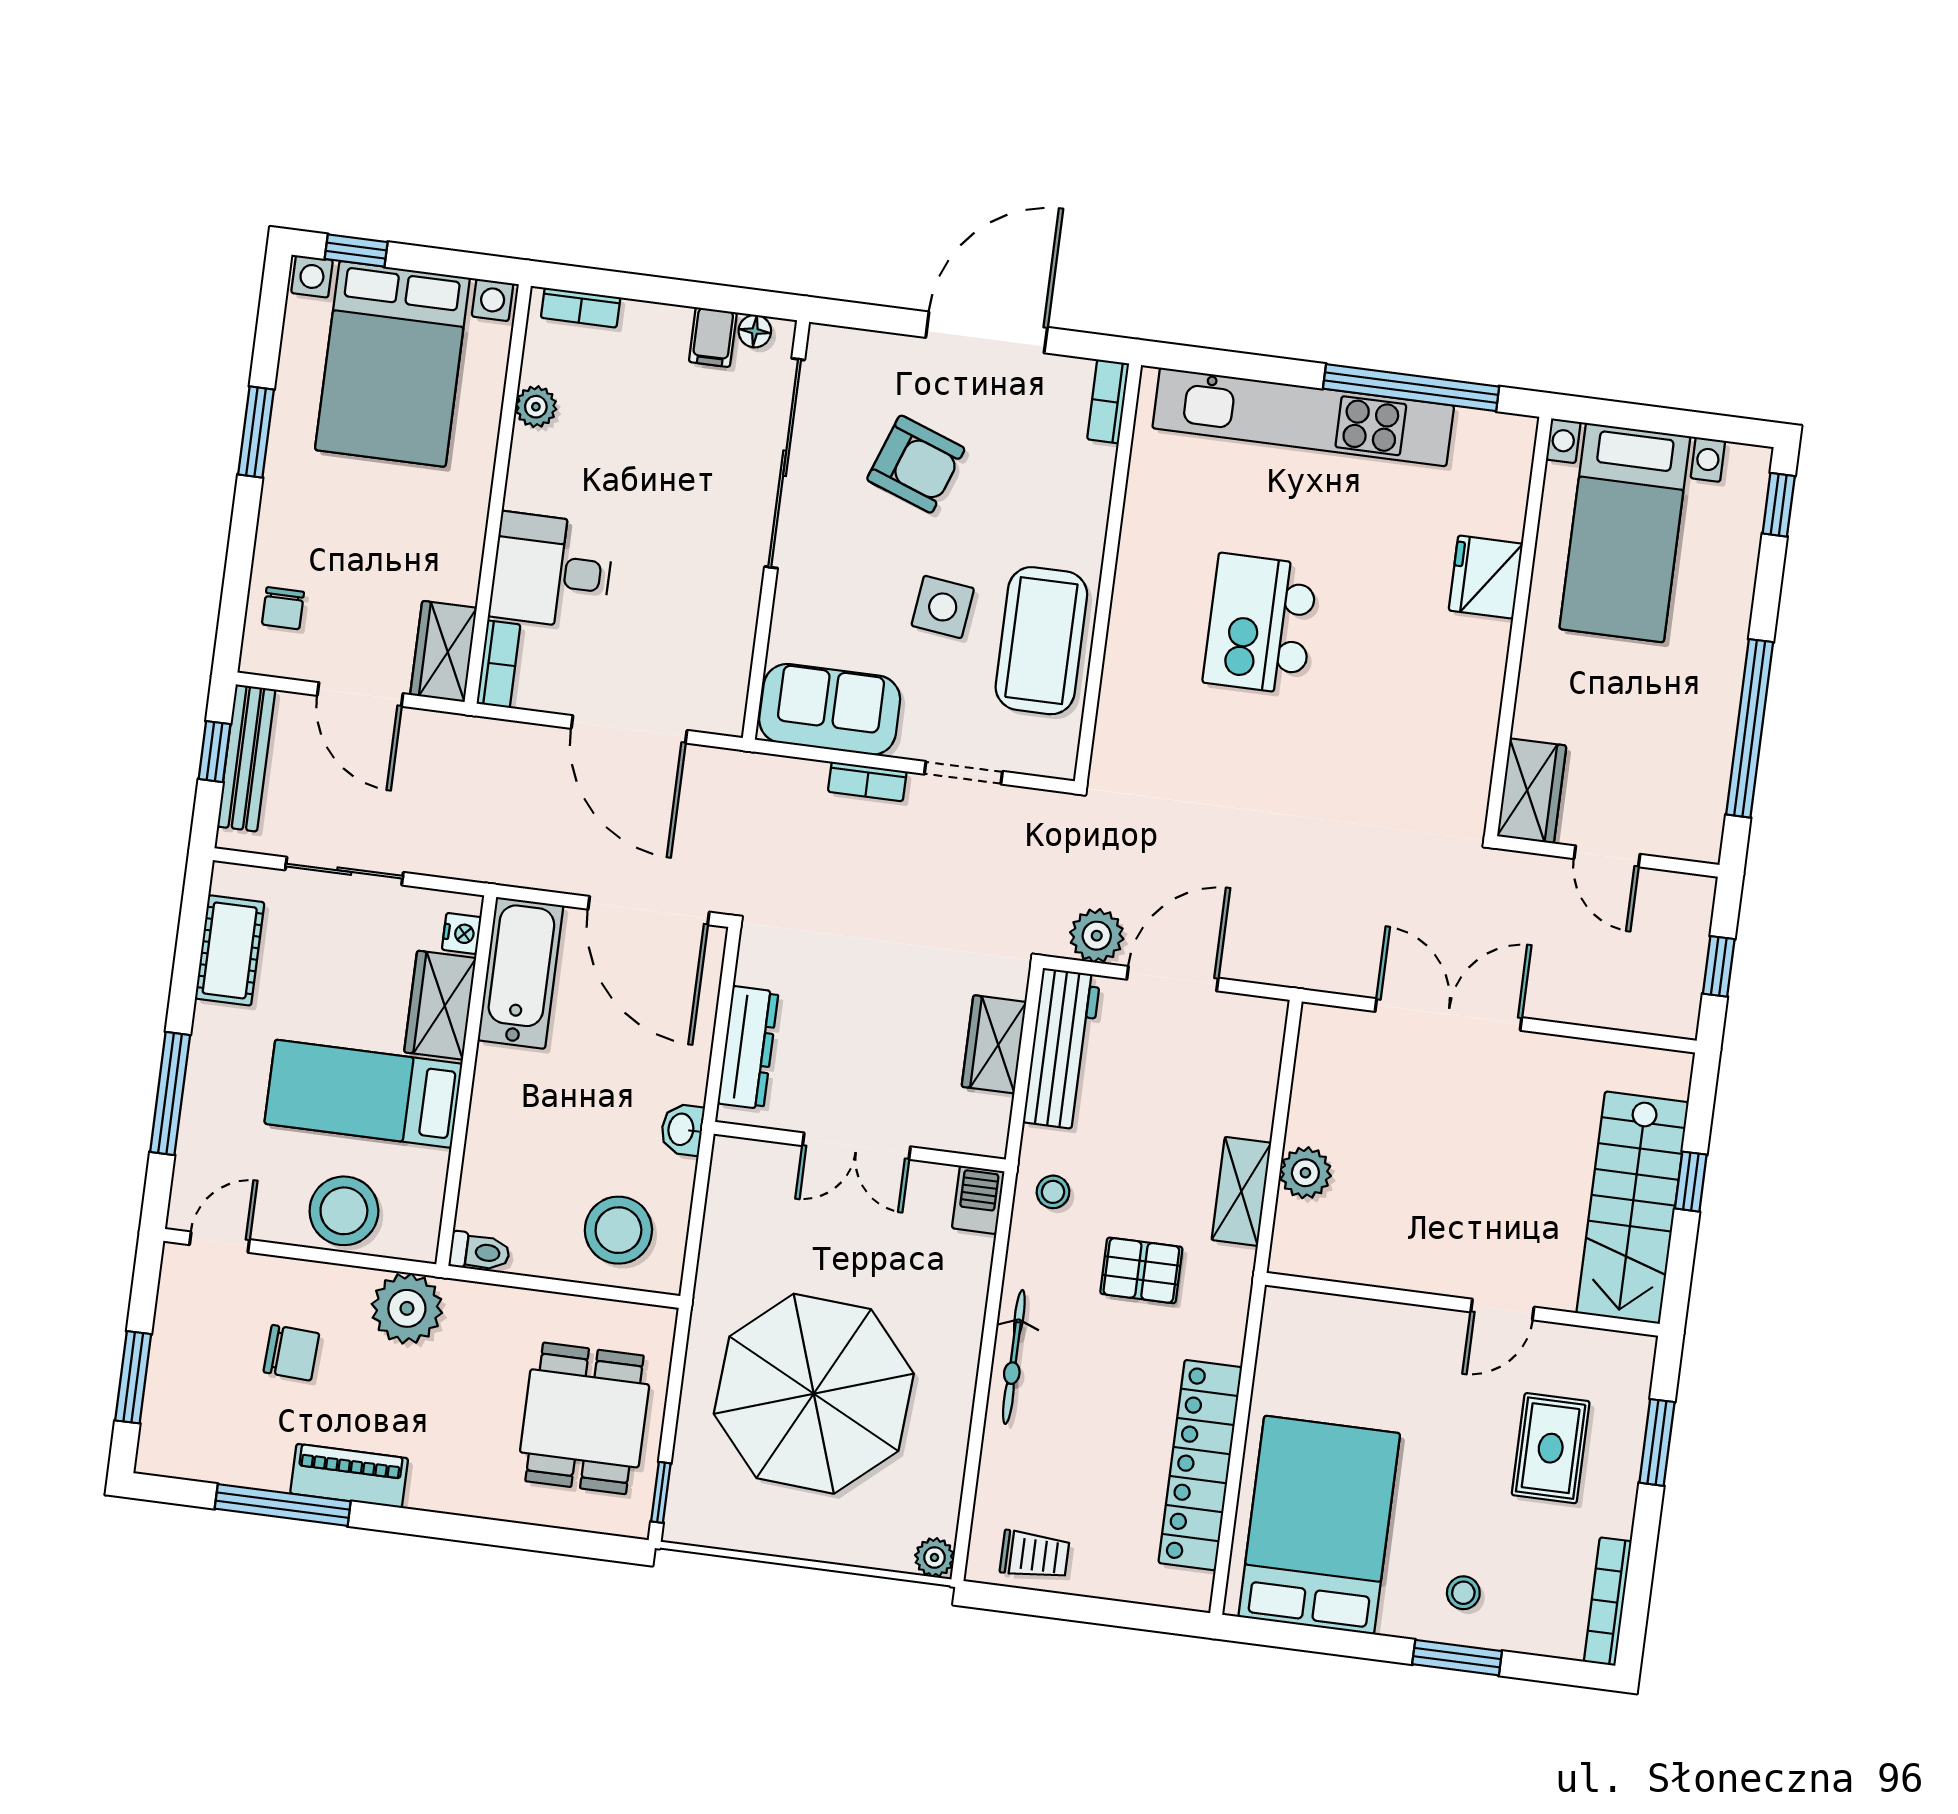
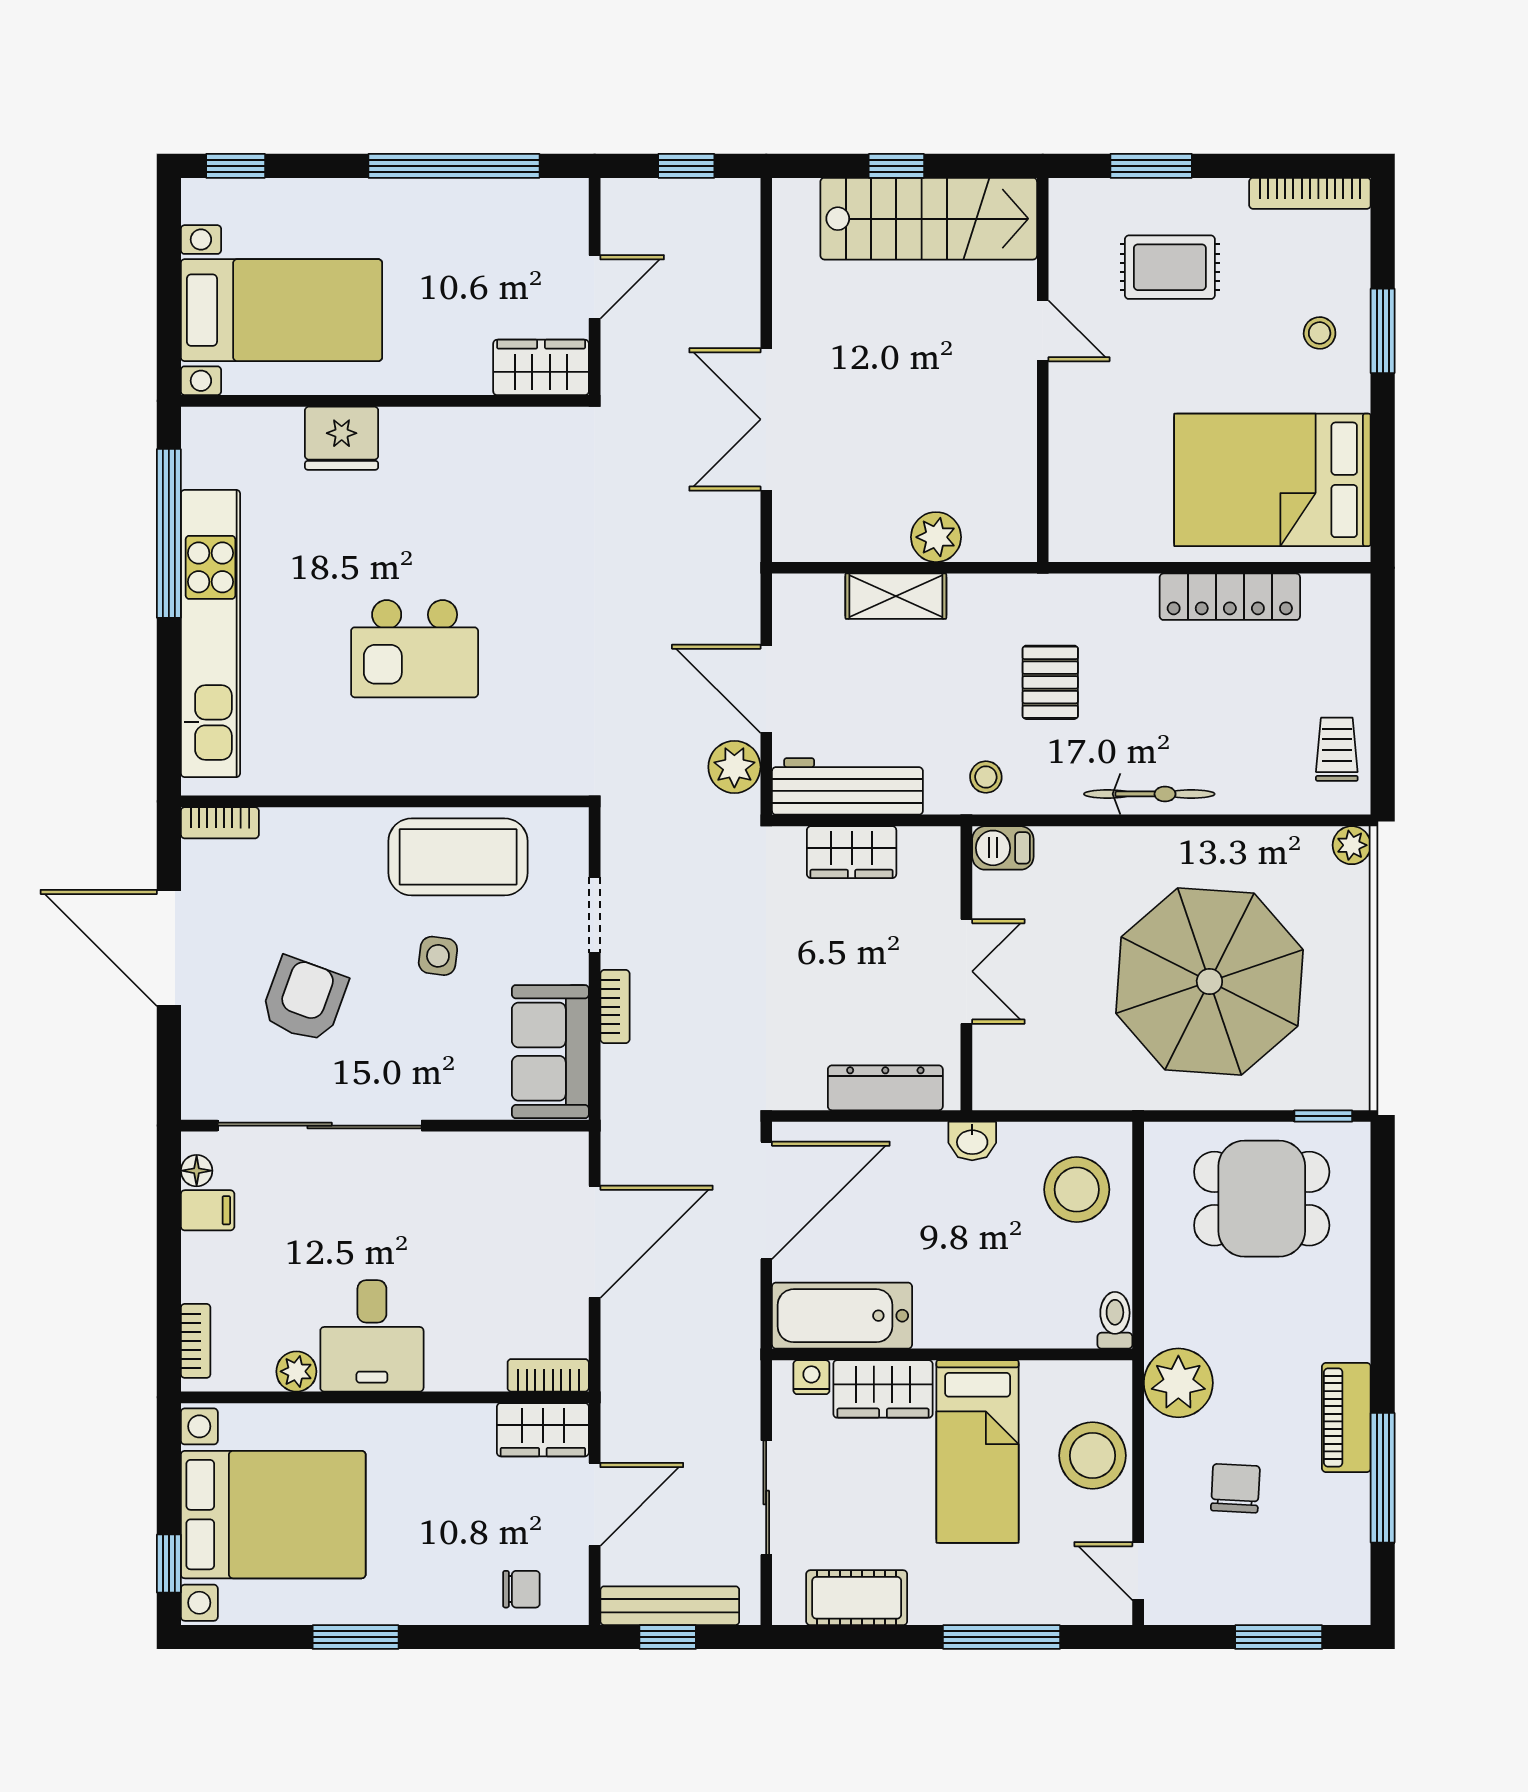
desk: (552, 571) -> (372, 1336), moved
side table: (943, 607) -> (438, 956), width x0.73, depth x0.73
shelving: (1241, 1191) -> (896, 596), moved
locker: (1200, 1465) -> (1230, 597), width x0.71, depth x0.83

